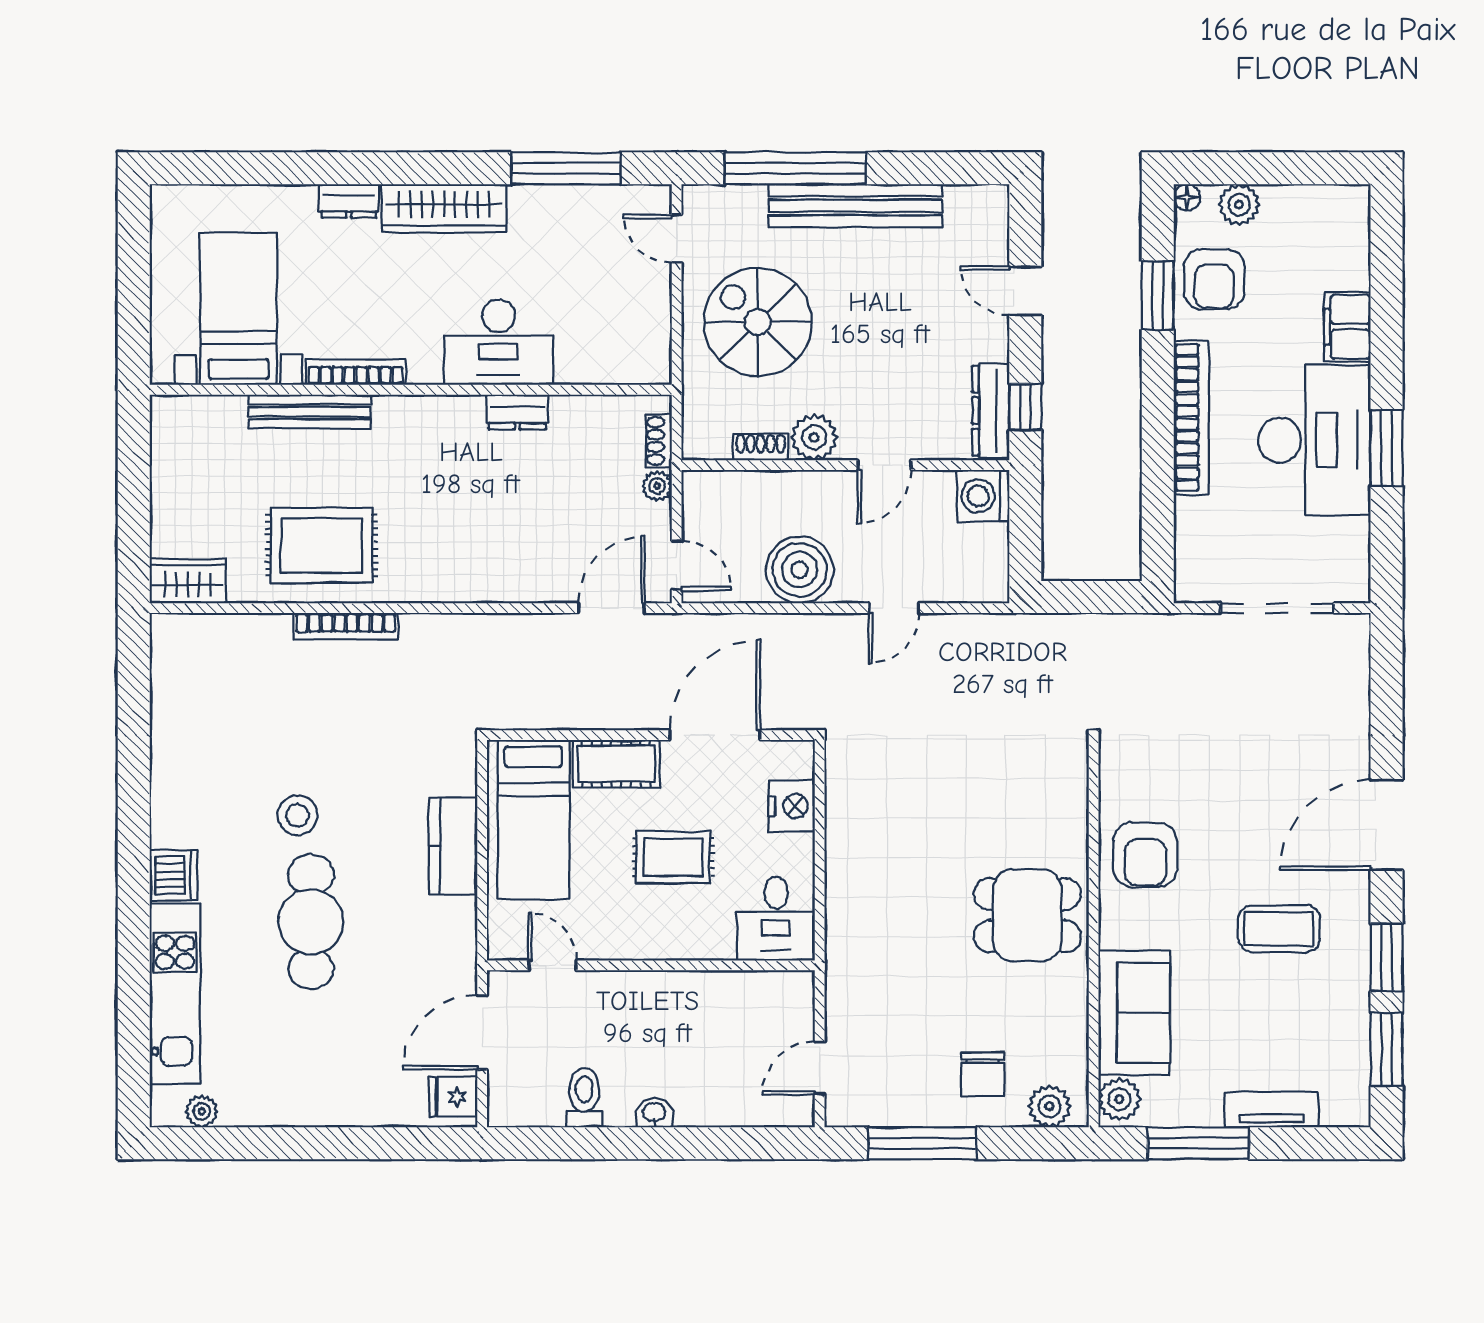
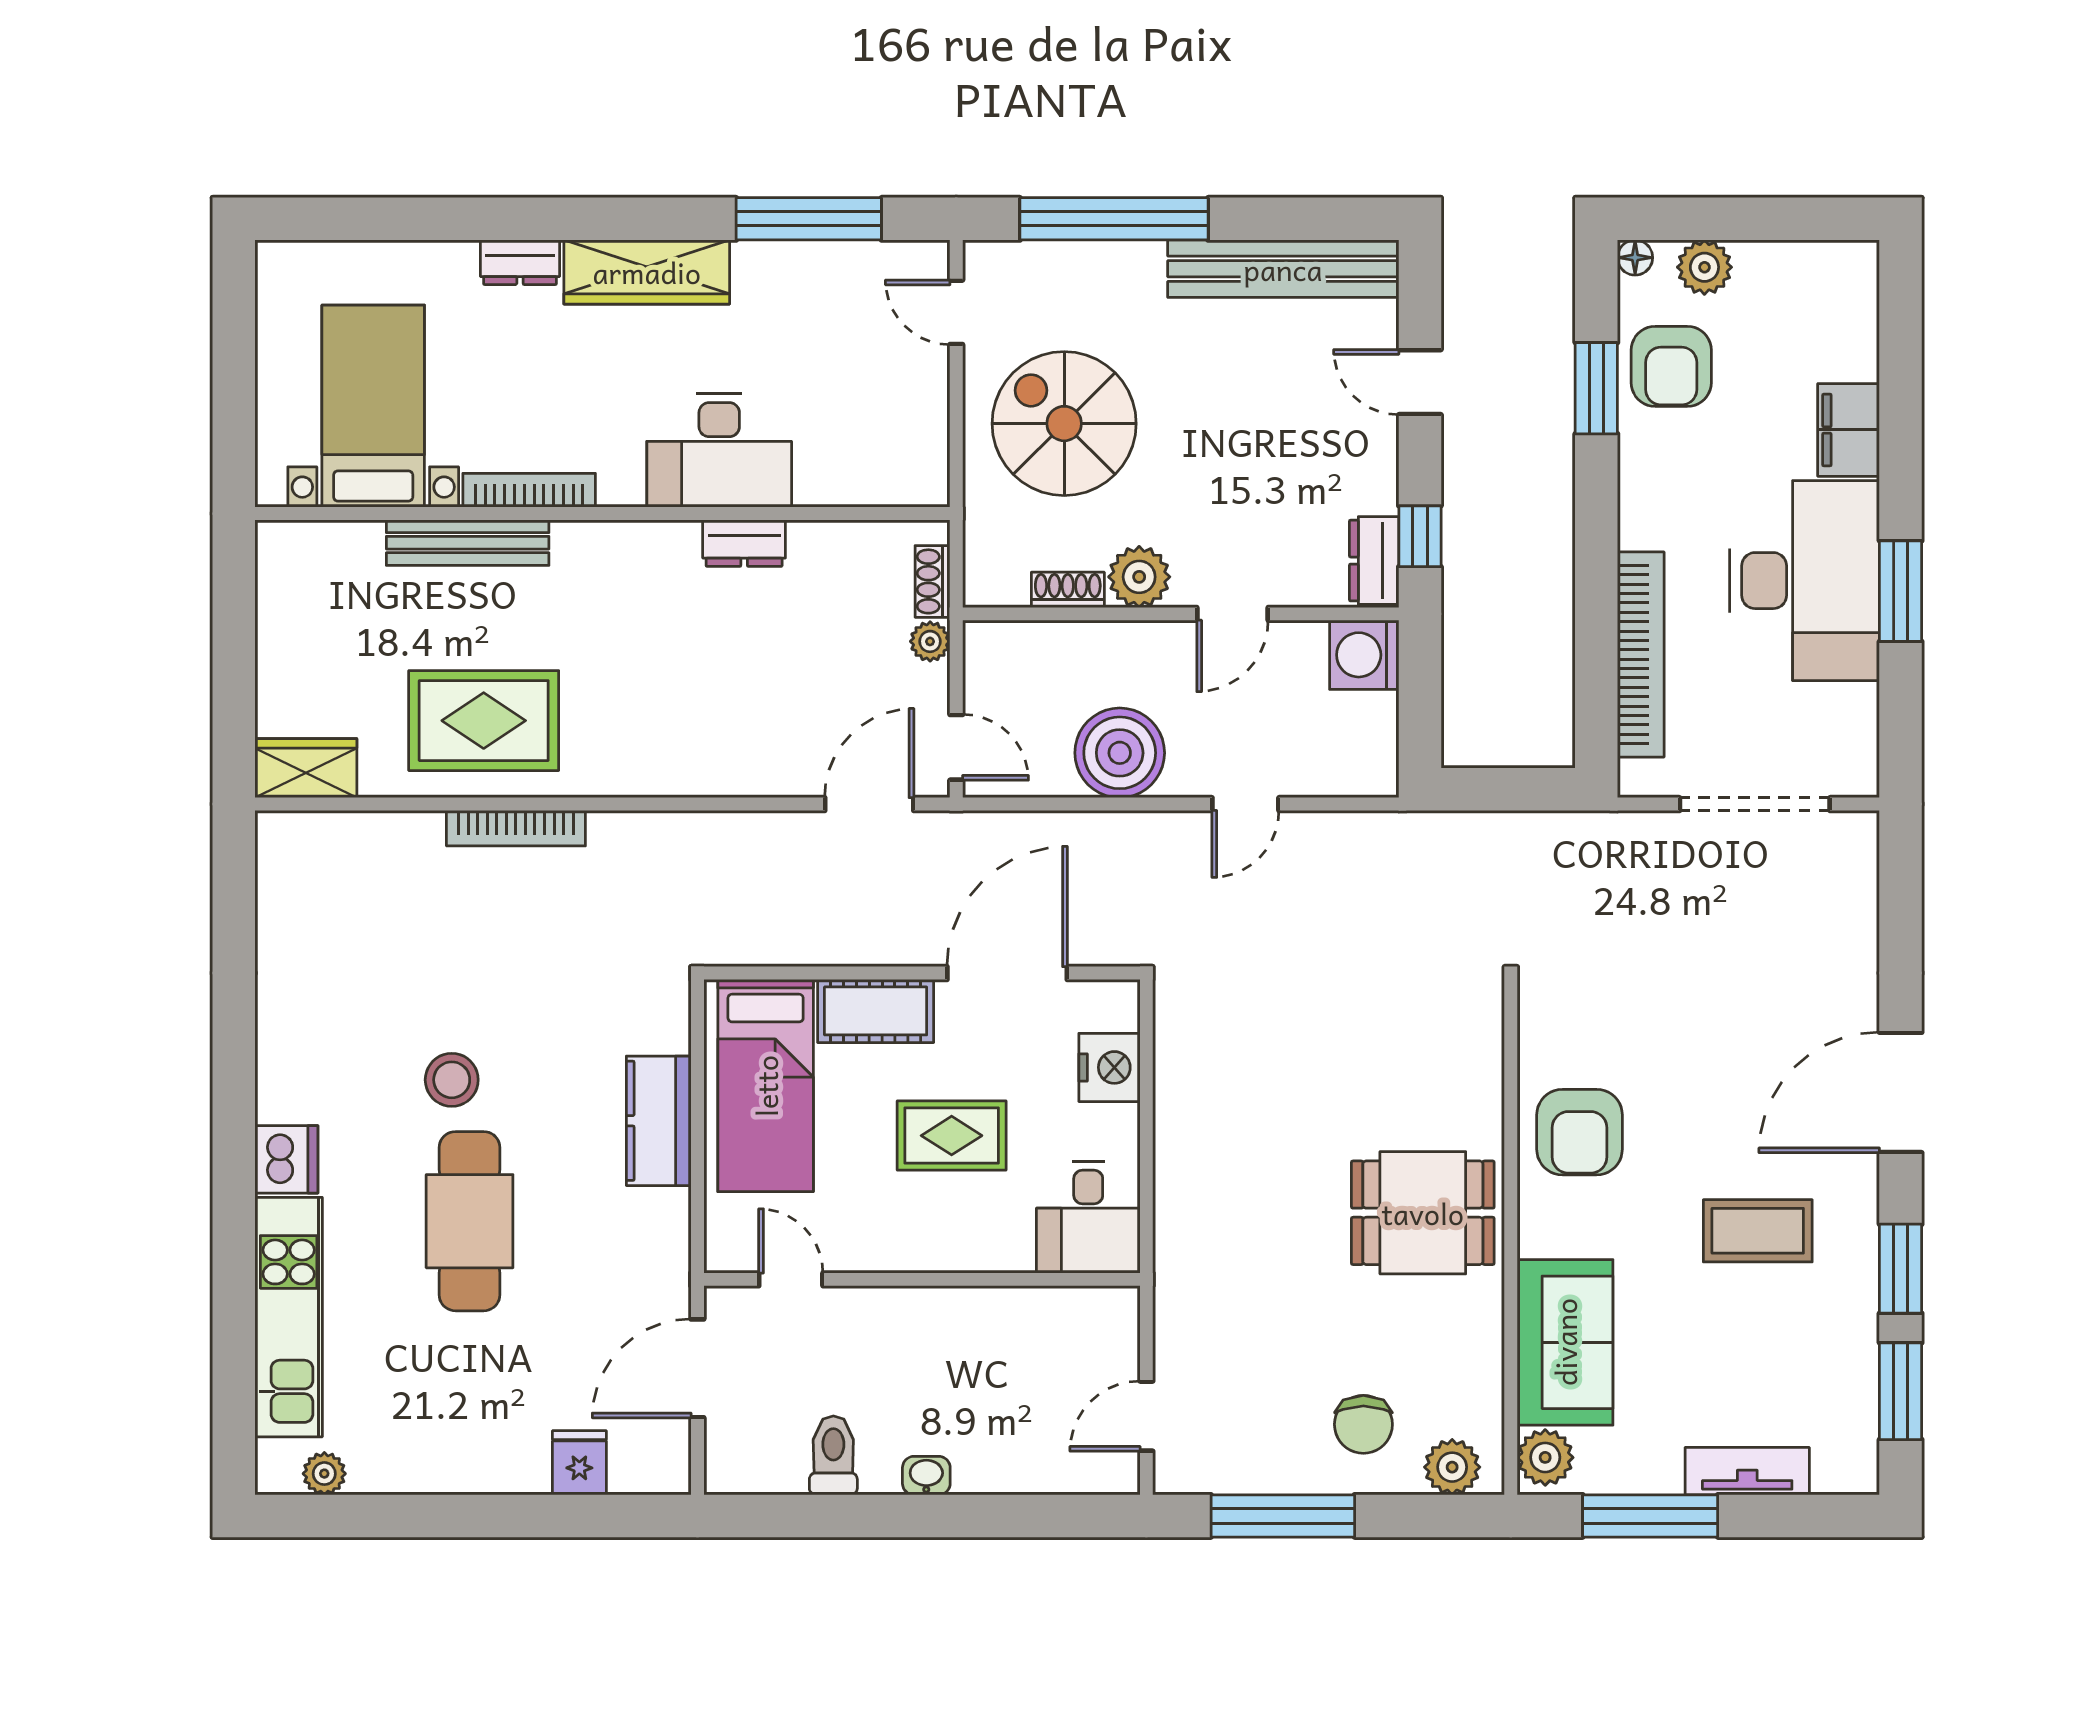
bench: (855, 206) -> (1283, 269), moved
dresser: (991, 411) -> (1374, 561), width x0.70
bookcase: (1191, 418) -> (1641, 654), moved
fridge: (453, 1097) -> (579, 1463), moved, turned 90

